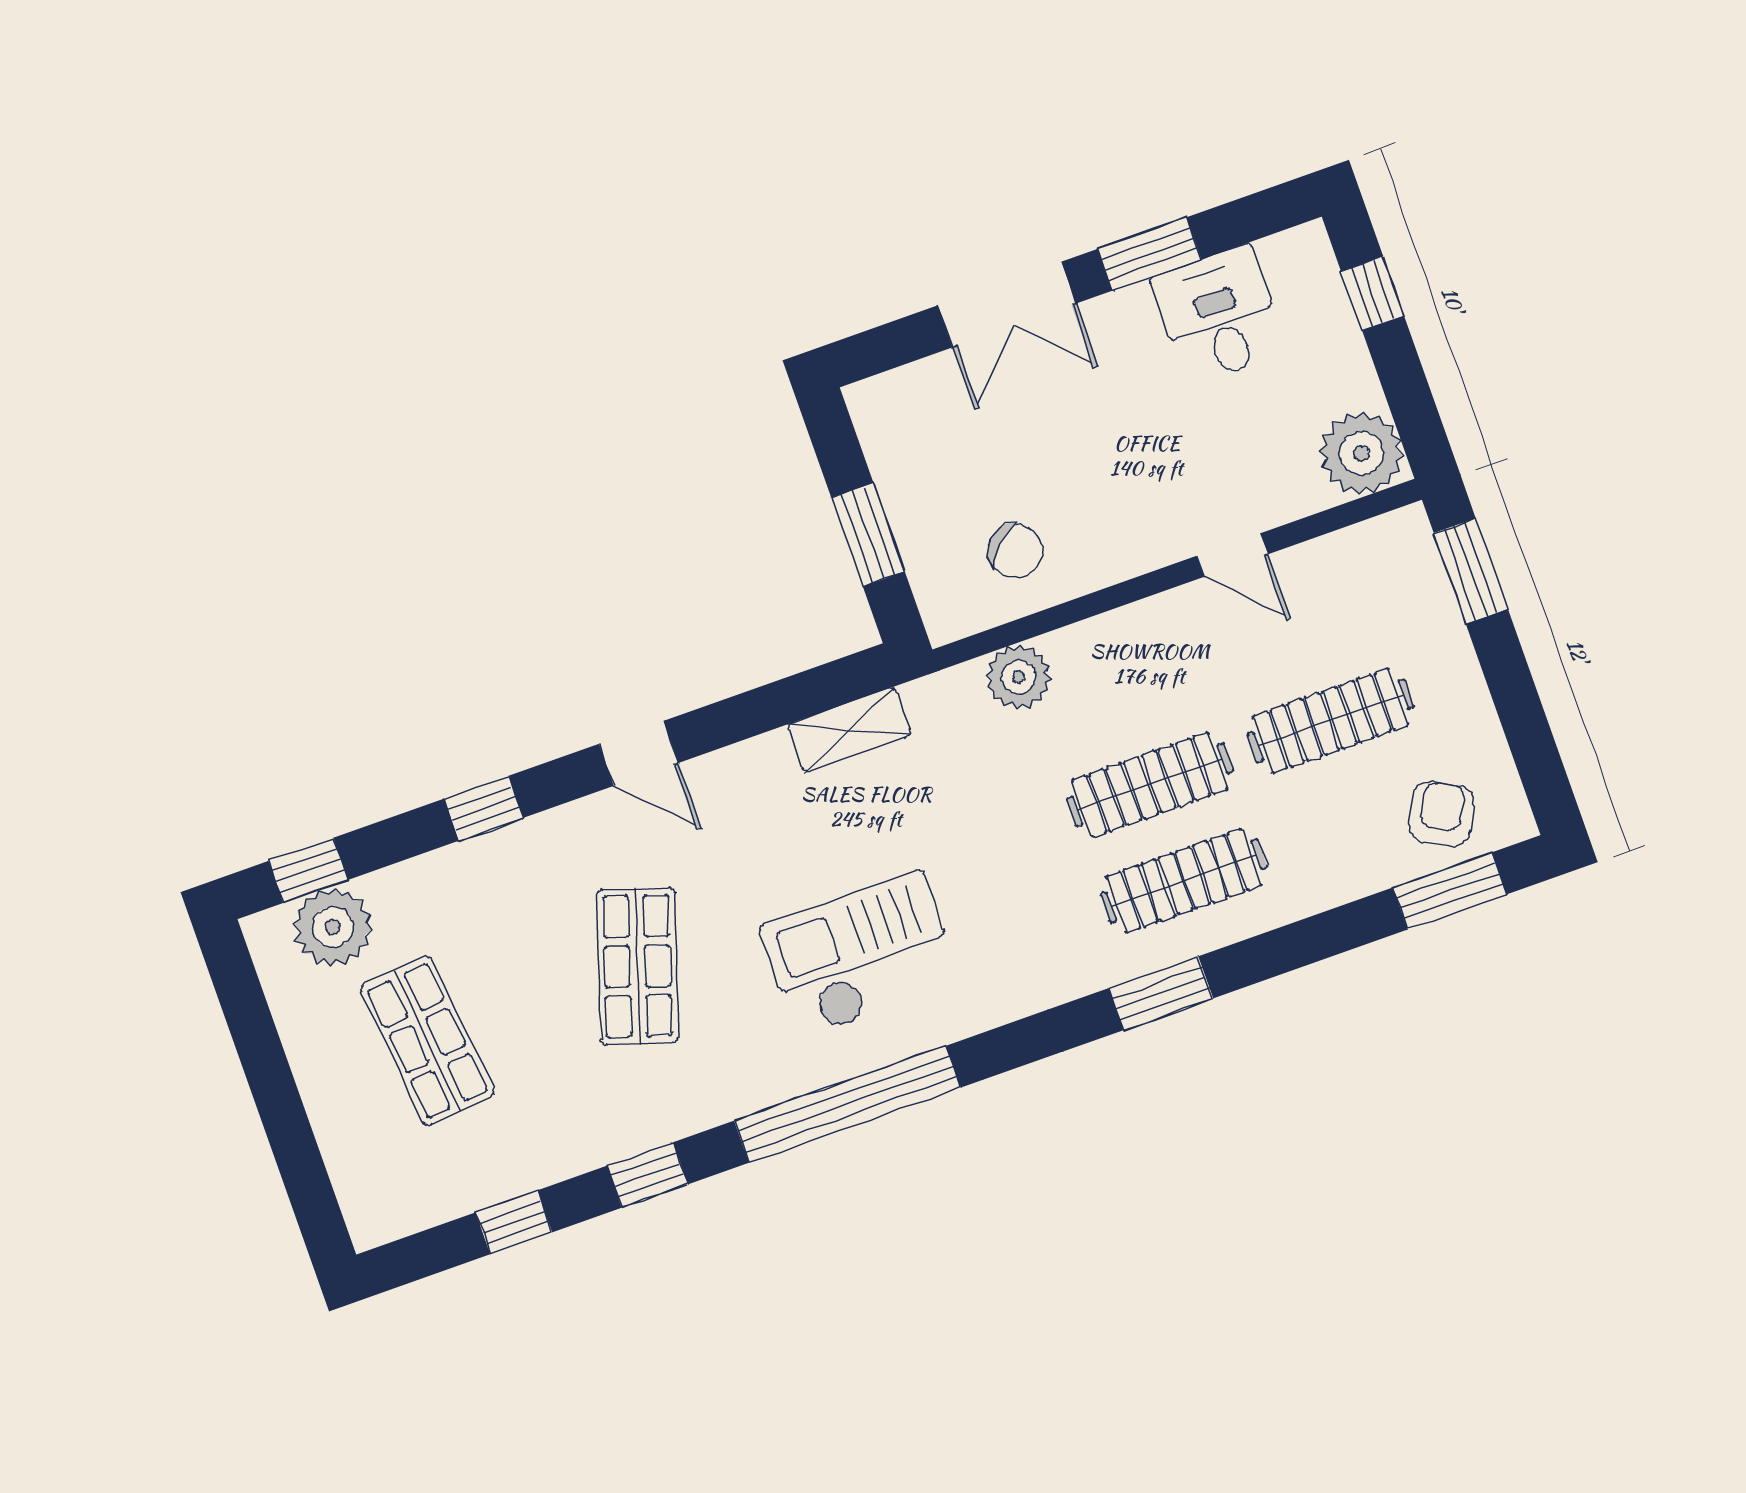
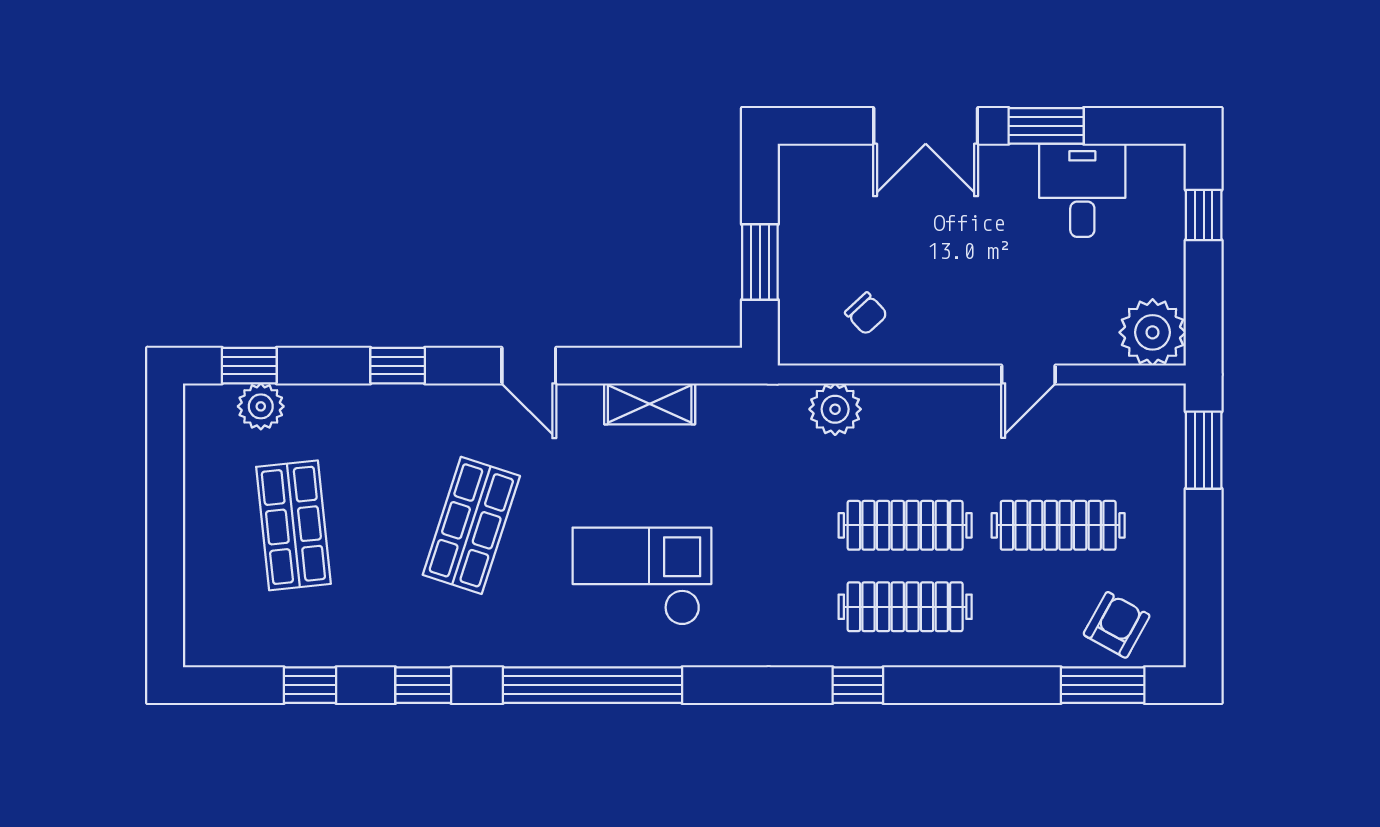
chair: (1015, 551) -> (866, 314), width x0.73, depth x0.73
door: (1232, 555) -> (1028, 374), hinge flipped
shelving: (849, 730) -> (650, 404), moved
plant: (333, 927) -> (261, 406), width x0.73, depth x0.73
window: (1161, 993) -> (858, 685), width x0.67

